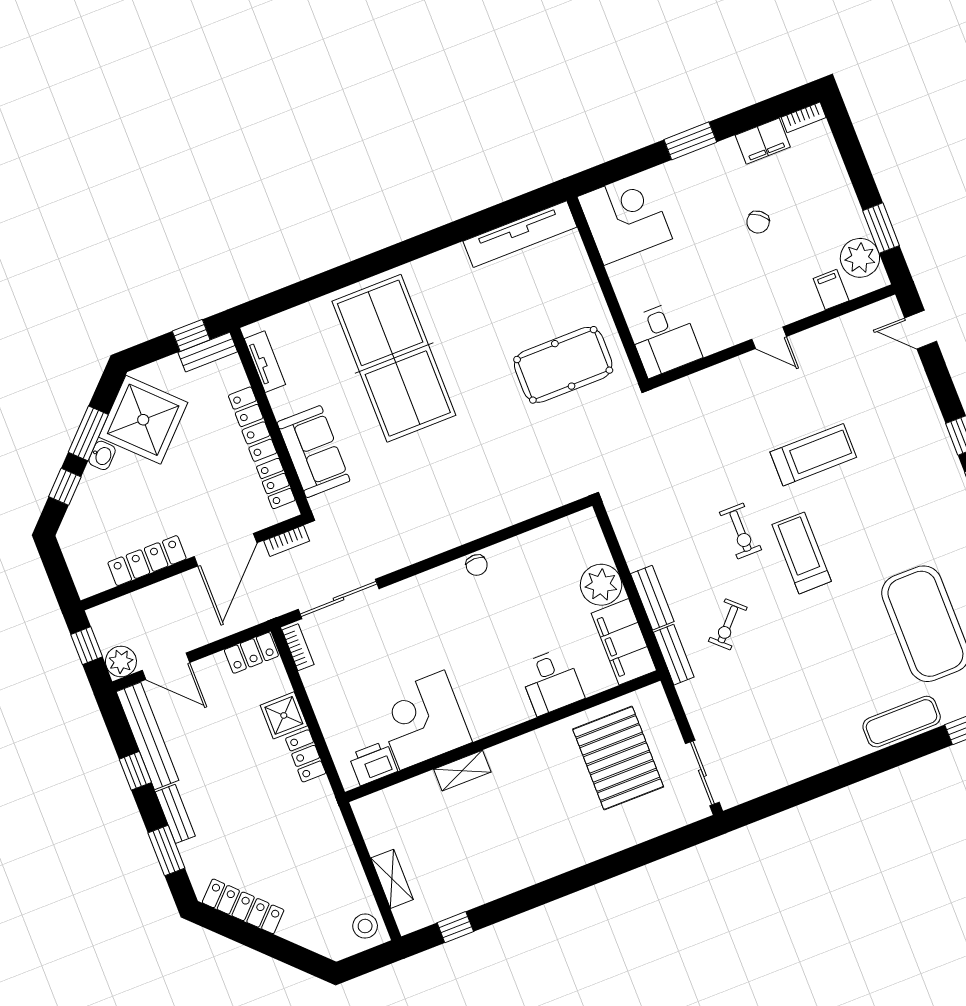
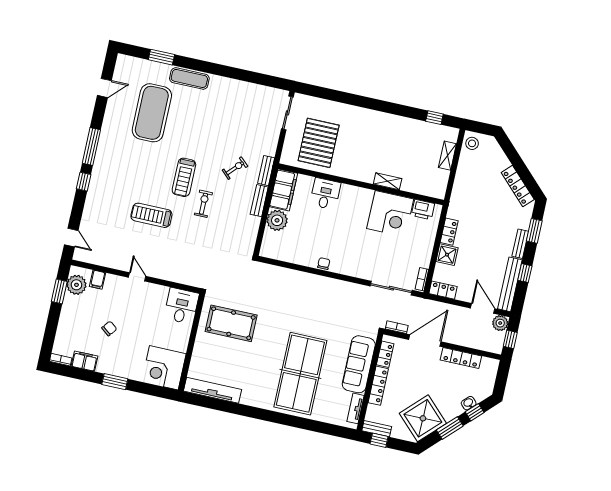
sofa: (314, 452) -> (359, 364), width x1.36
washbasin: (102, 455) -> (469, 403), moved

